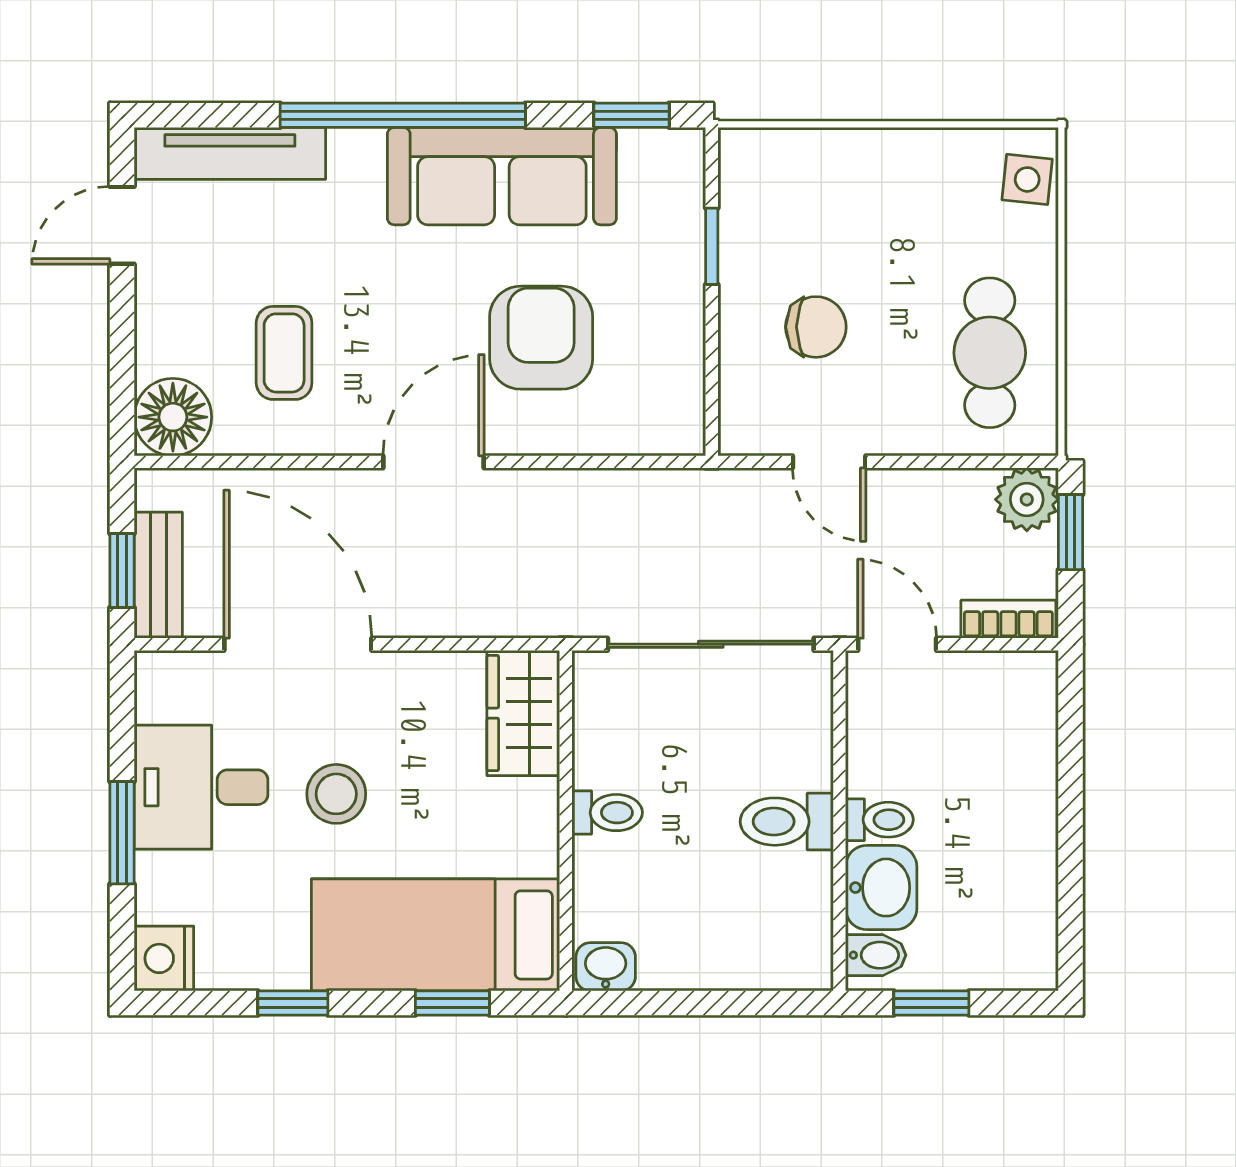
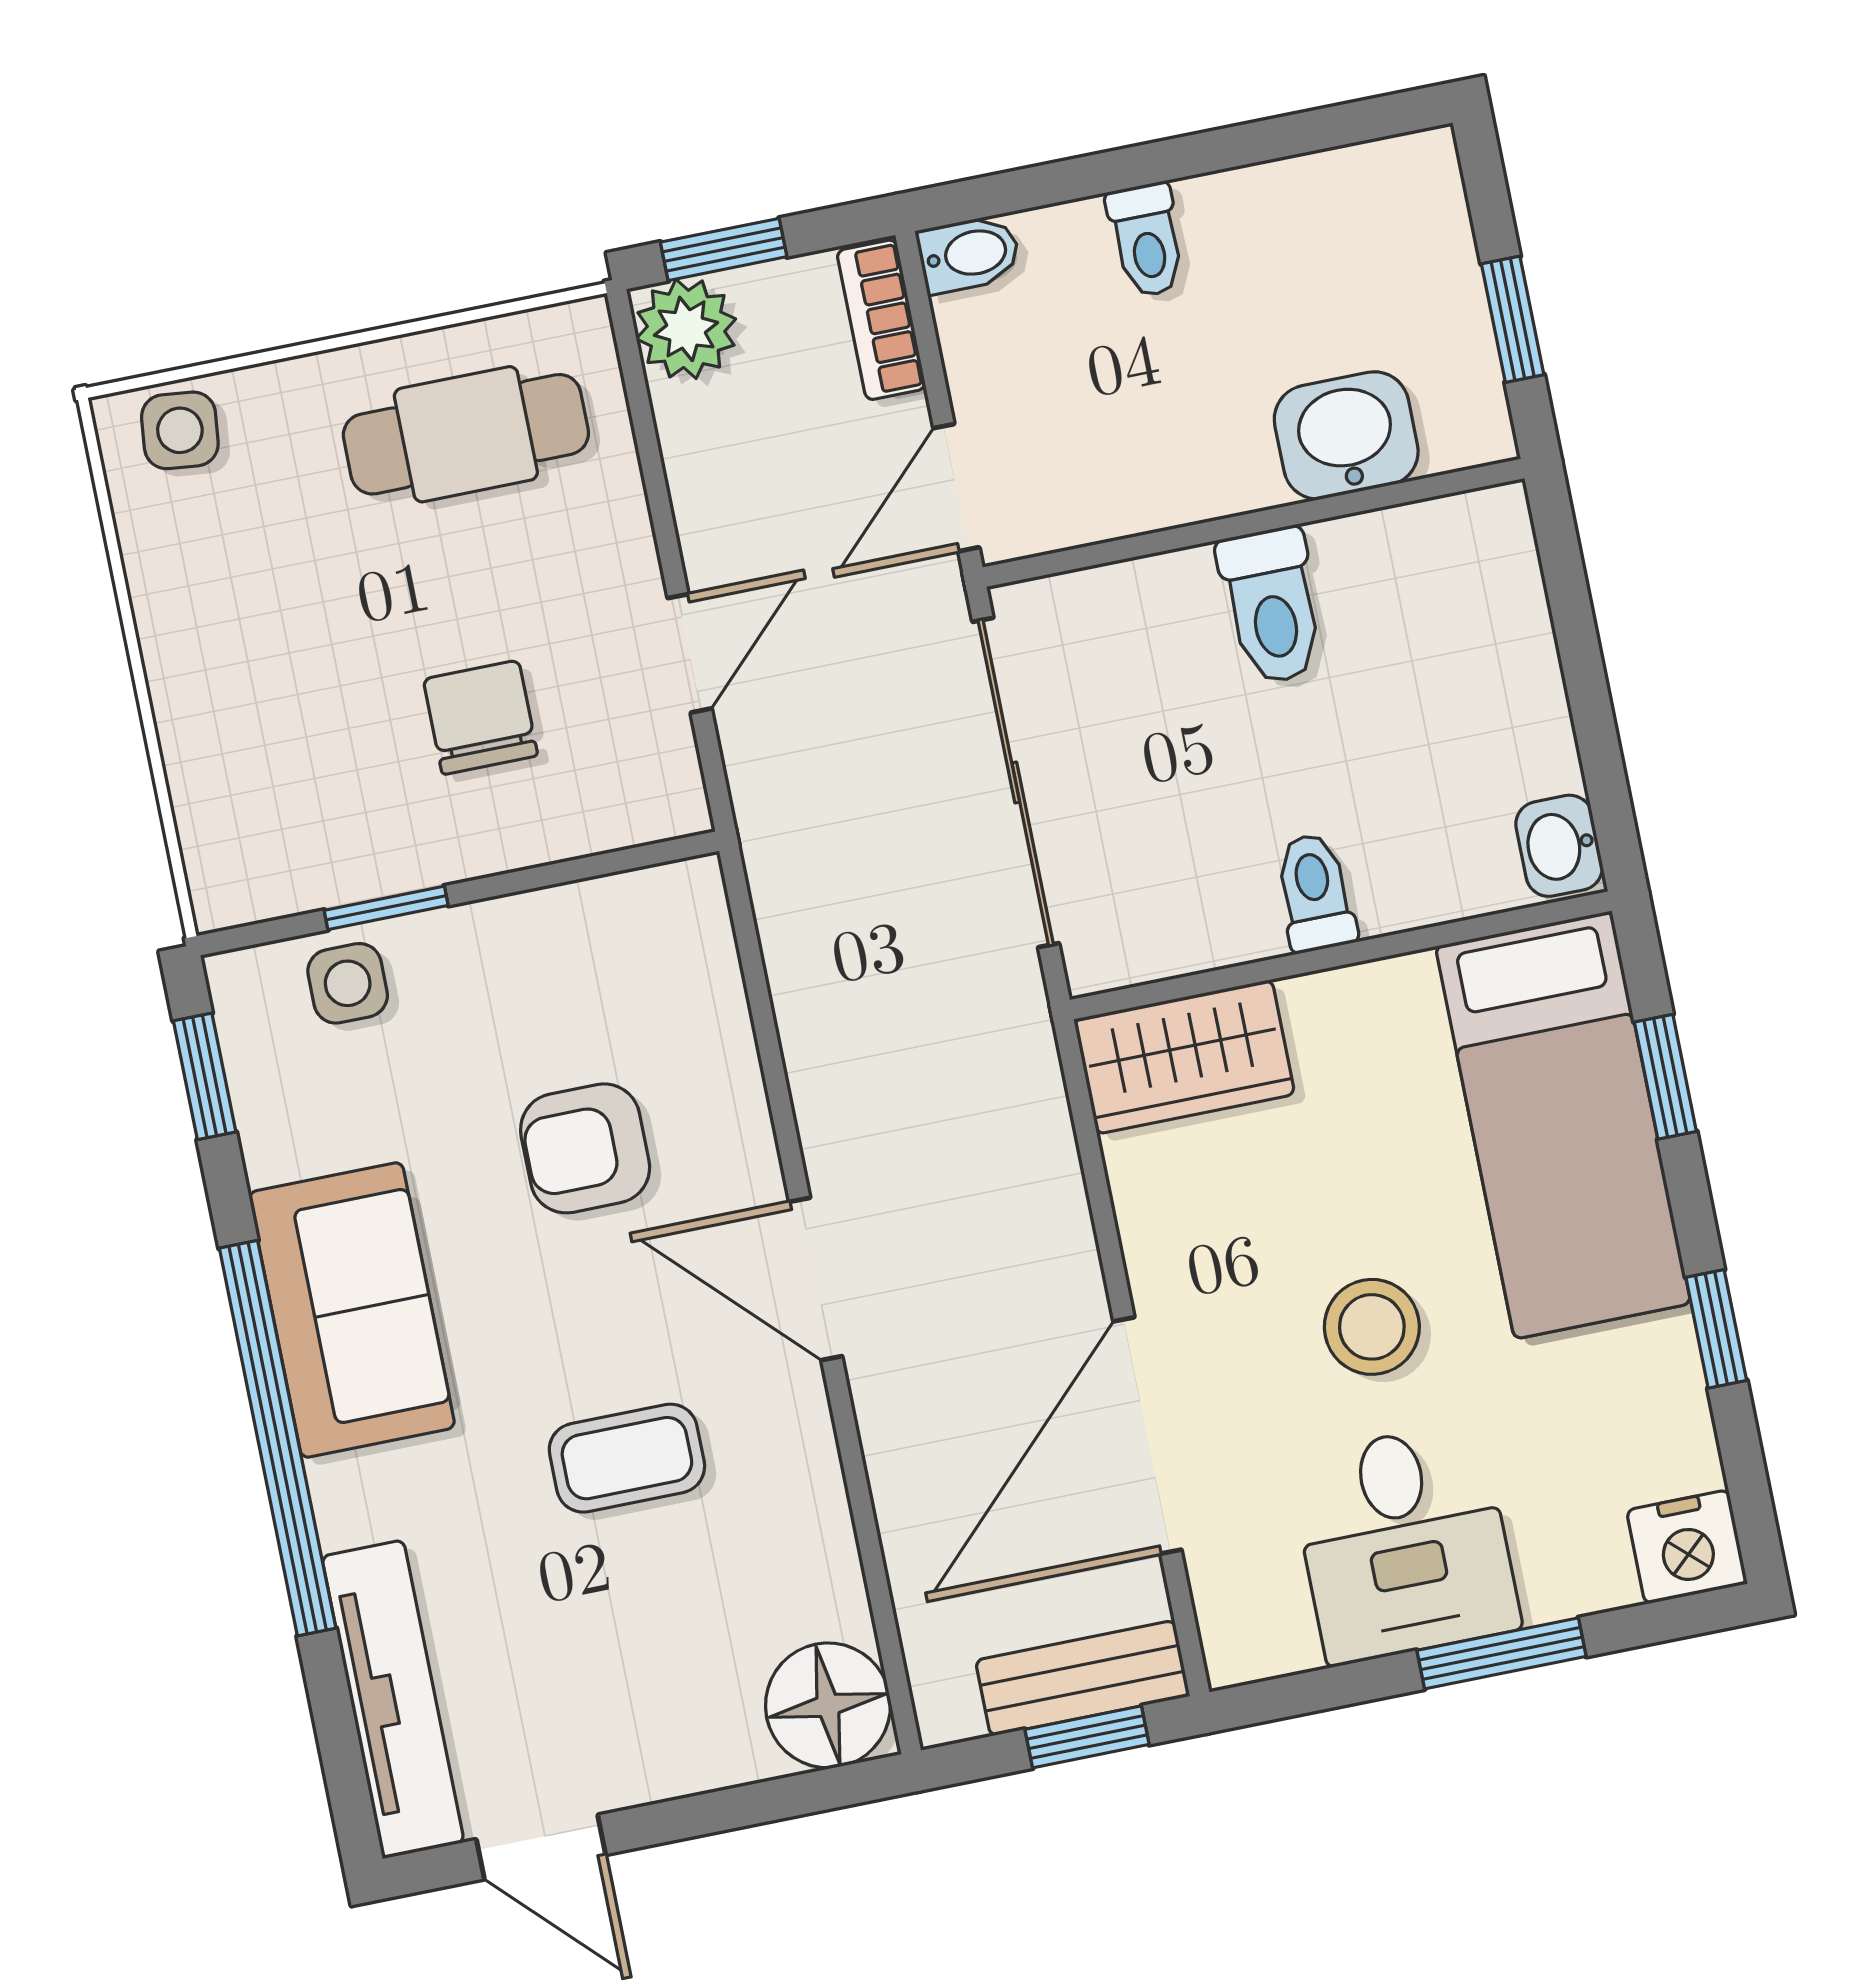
sofa: (502, 176) -> (352, 1310), width x0.73
side table: (671, 214) -> (348, 983), added
armchair: (541, 338) -> (585, 1148), width x0.72, depth x0.72
coffee table: (284, 353) -> (627, 1458), moved
toilet: (879, 820) -> (1147, 240), moved, turned 180
bidet: (876, 955) -> (969, 254), moved, turned 90

